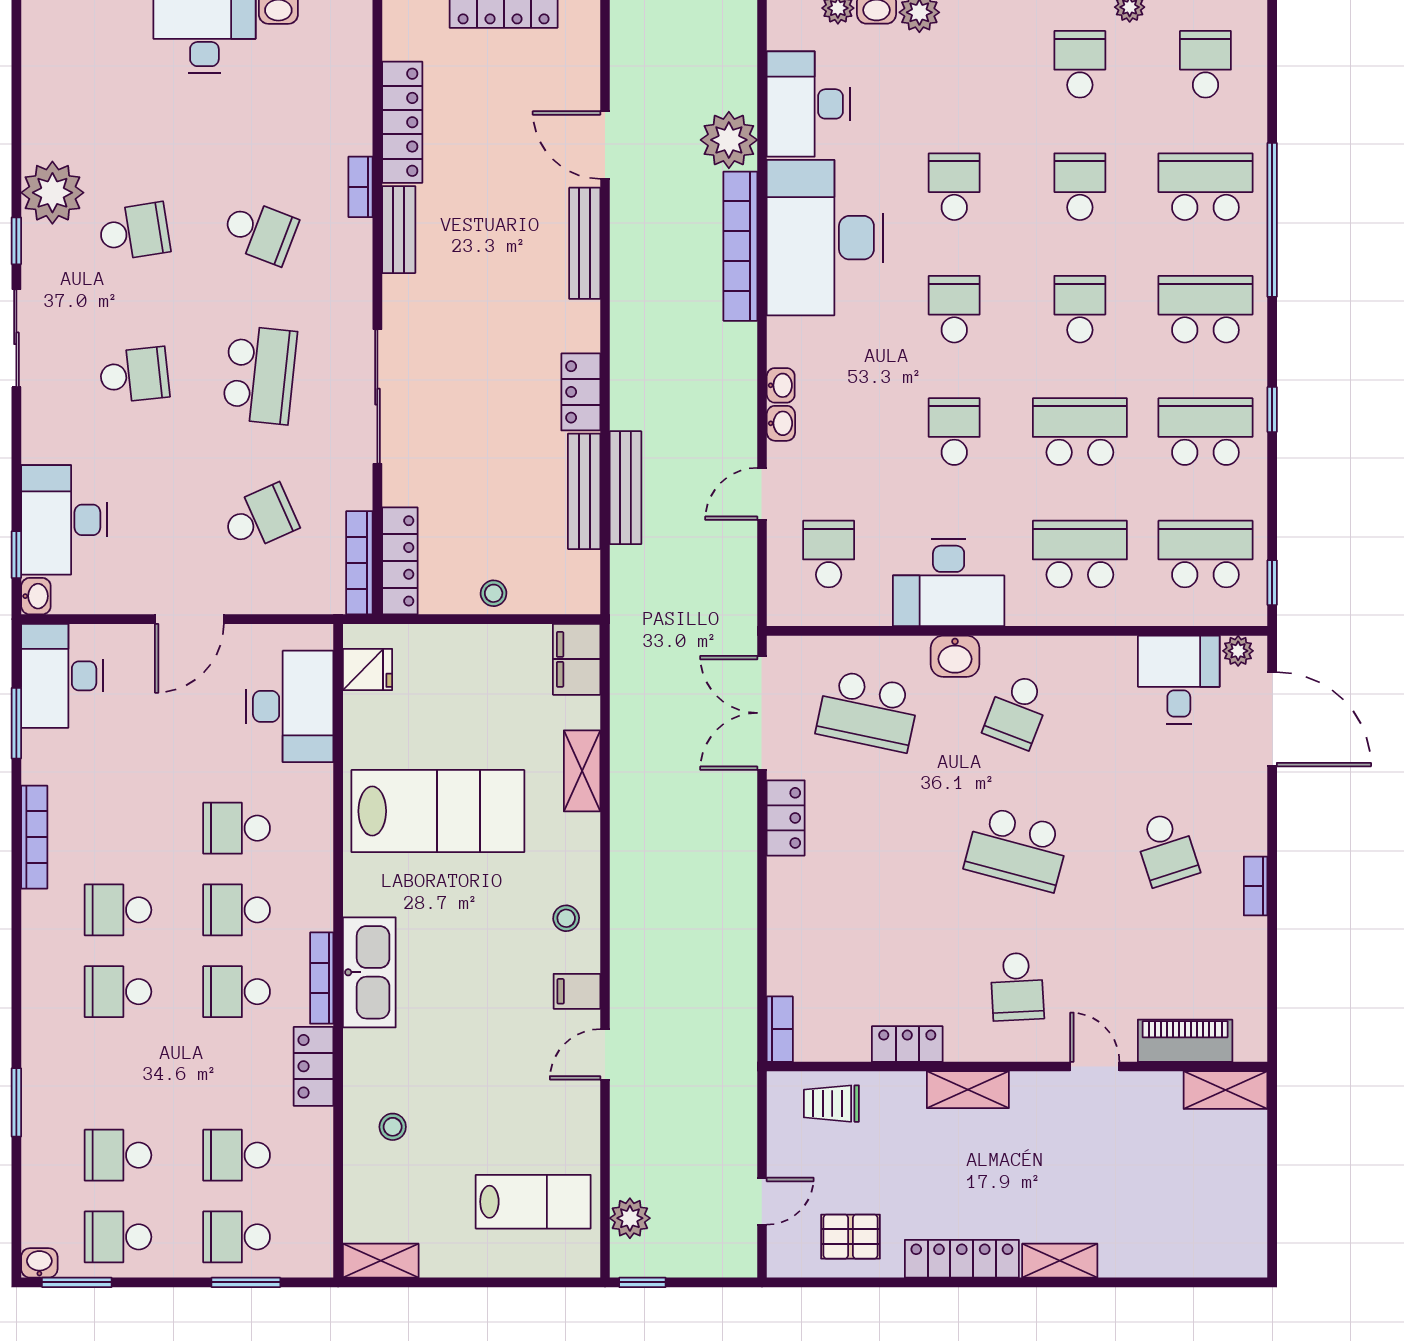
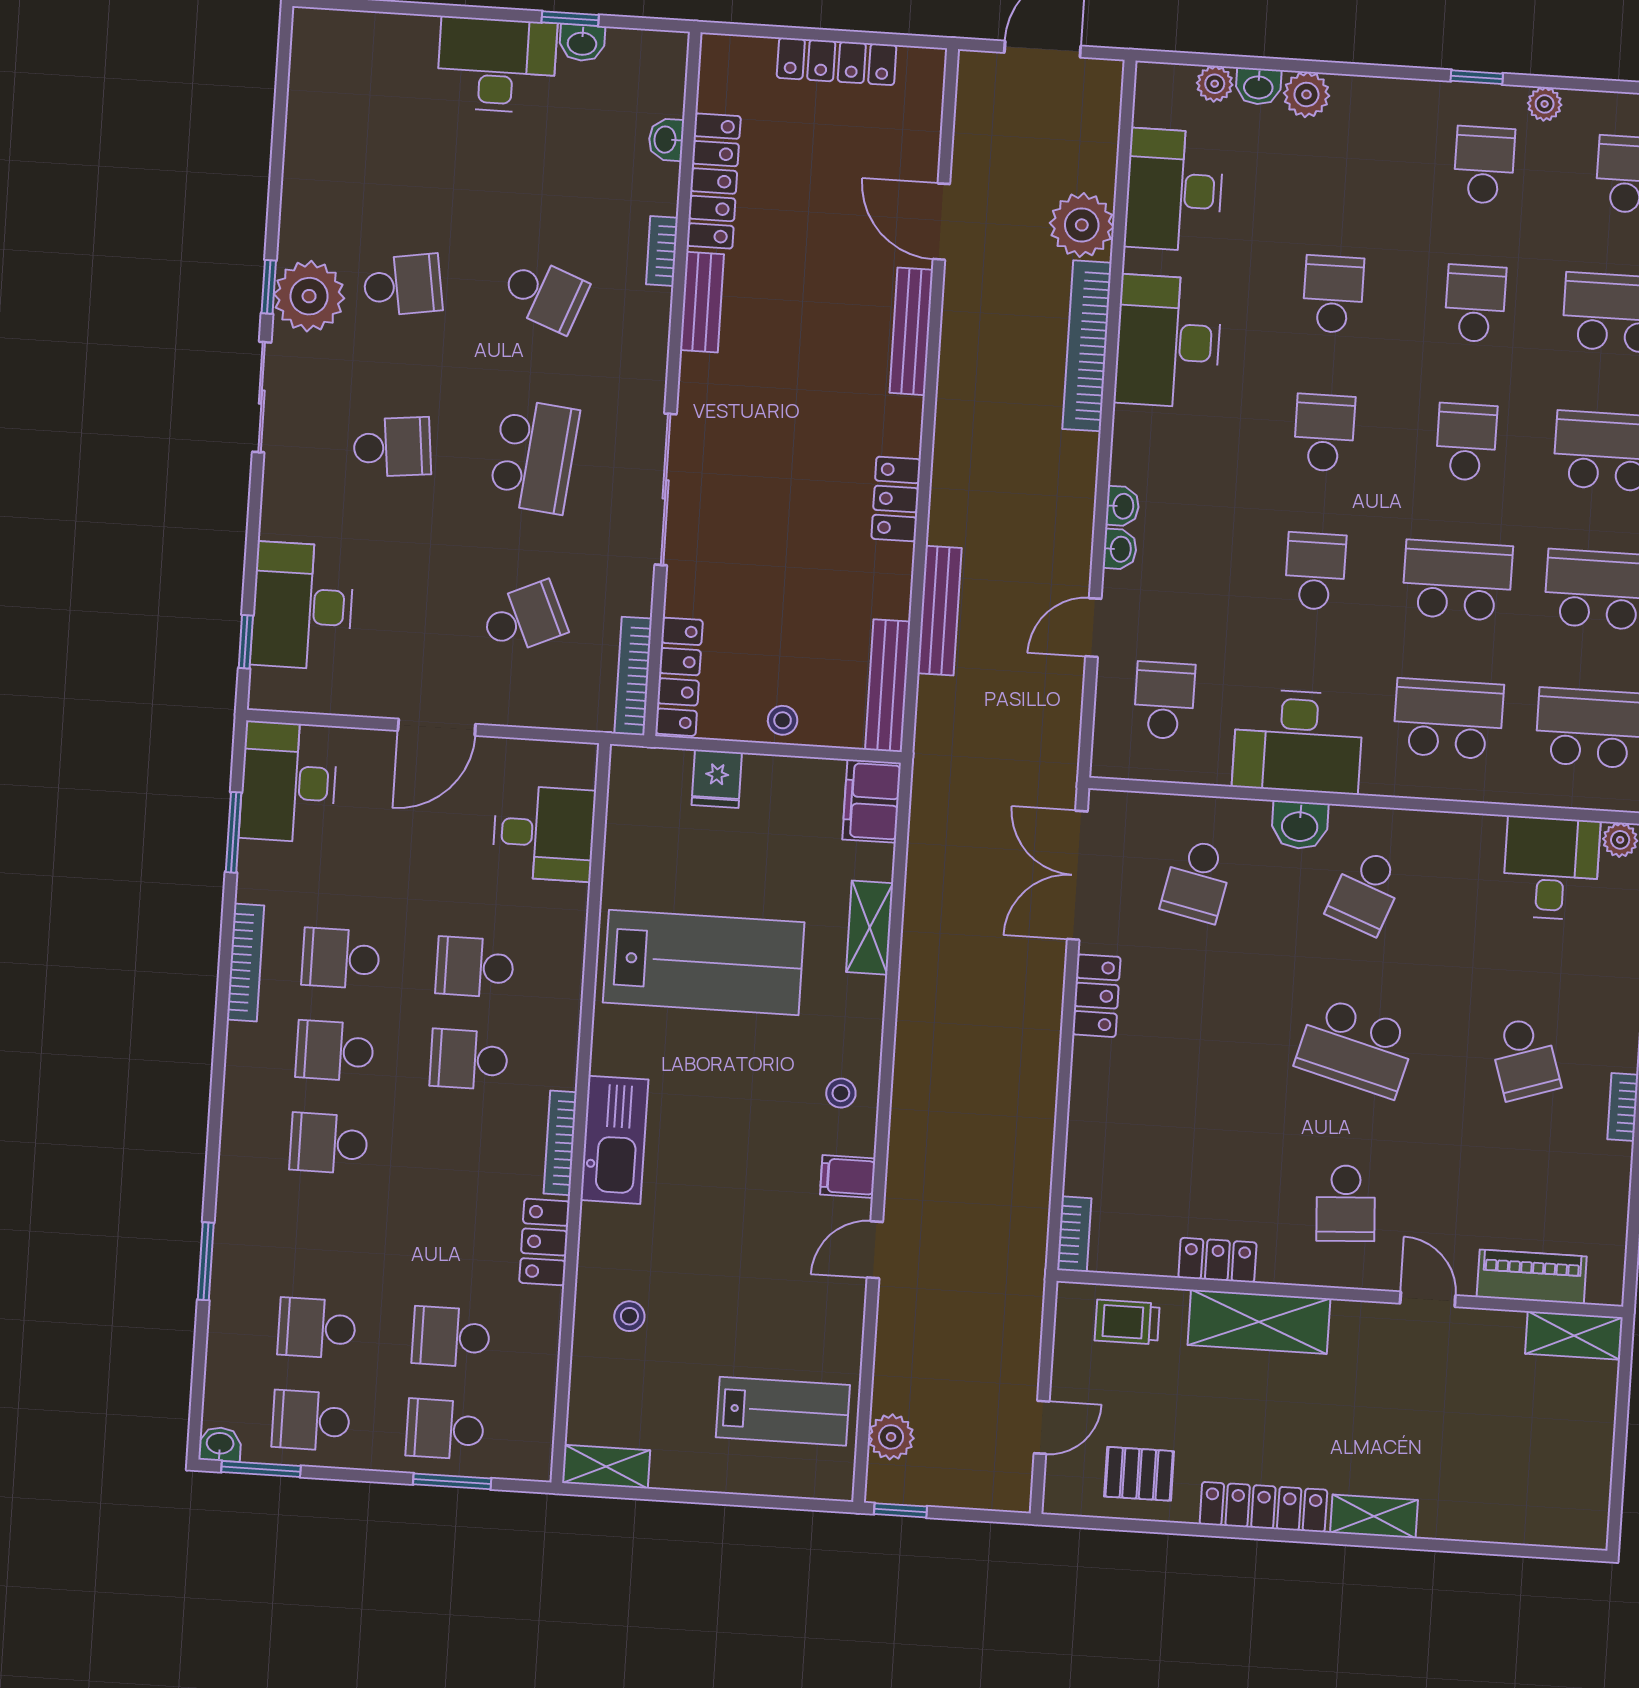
plant: (52, 193) -> (309, 296), moved
desk: (825, 238) -> (1168, 341), width x0.73, depth x0.77
bench: (584, 491) -> (888, 686), moved
washbasin: (36, 596) -> (666, 140), moved, turned 180
fridge: (368, 670) -> (717, 779), moved, turned 90
desk: (290, 706) -> (544, 833), width x0.73
school desk: (868, 711) -> (1197, 881), width x0.54
school desk: (237, 992) -> (341, 958), moved
shelving: (968, 1090) -> (1259, 1322), width x1.50, depth x1.33

